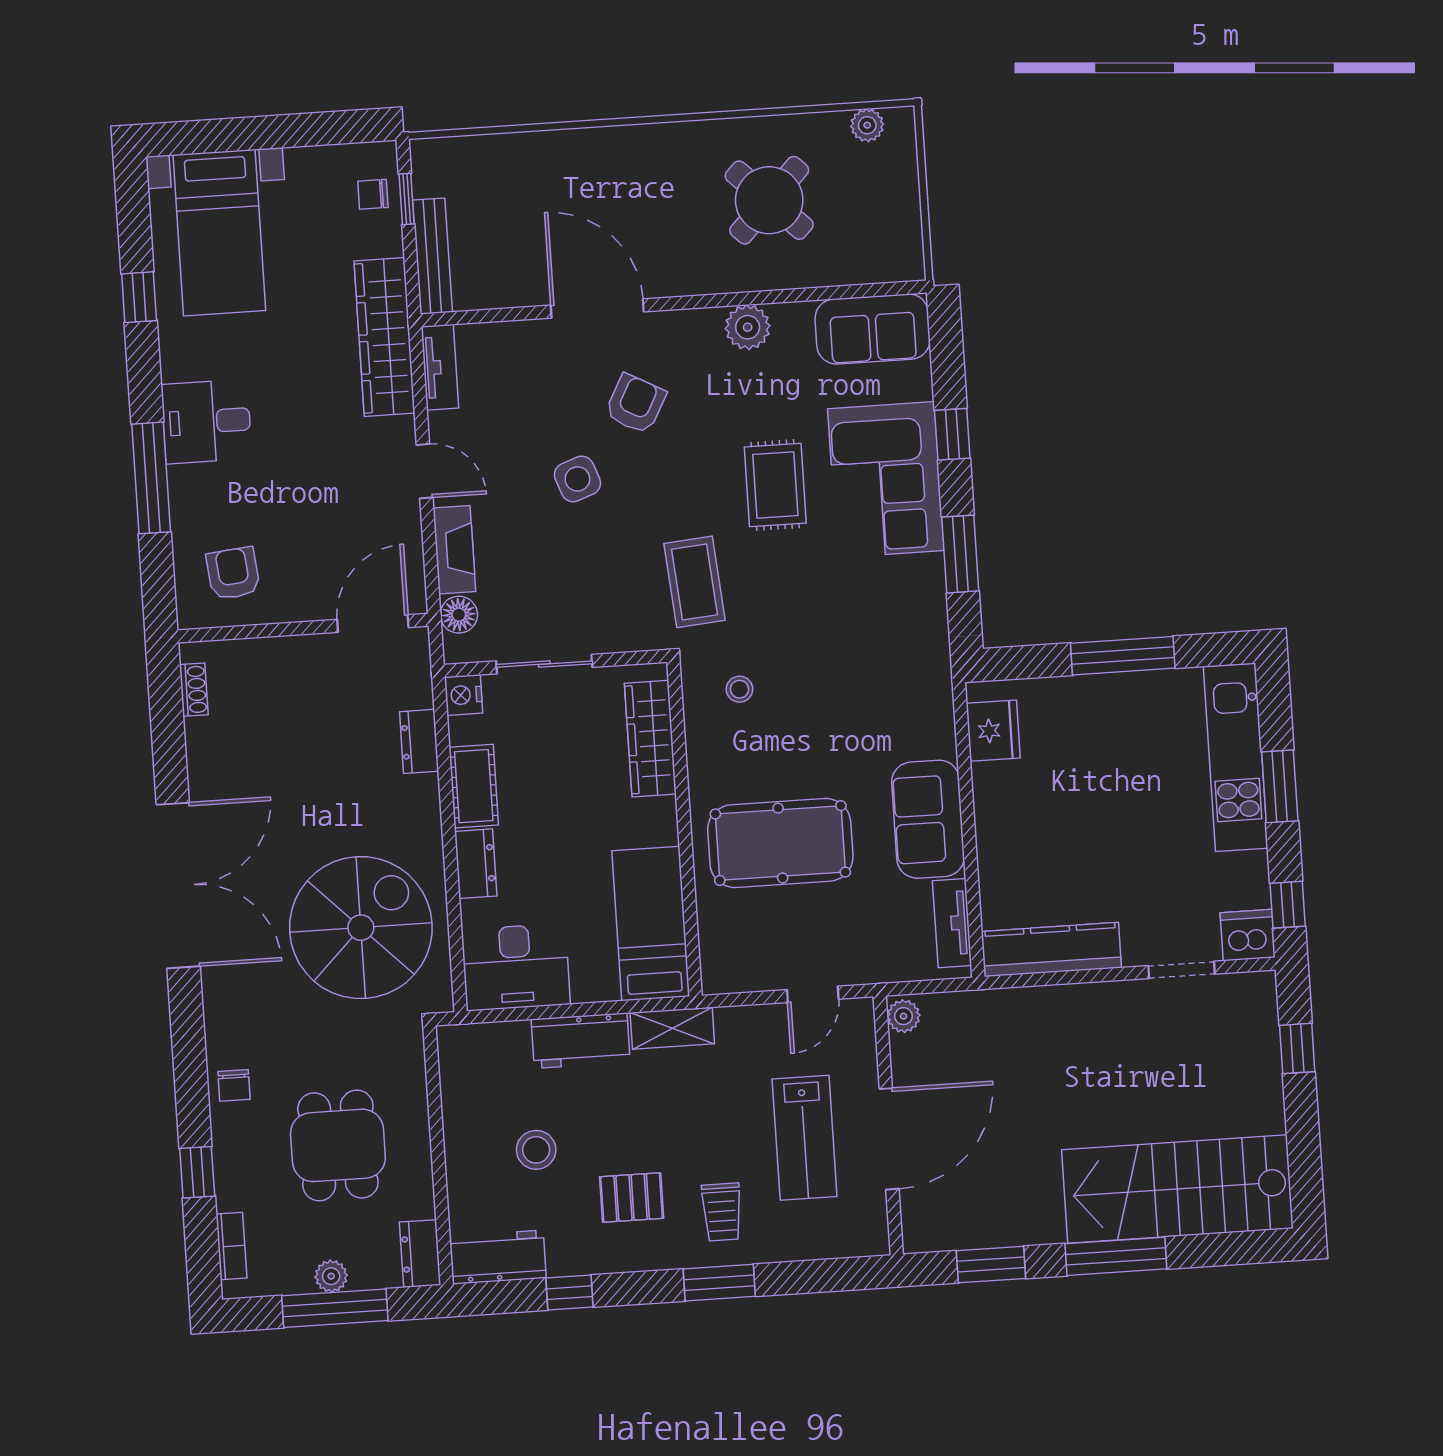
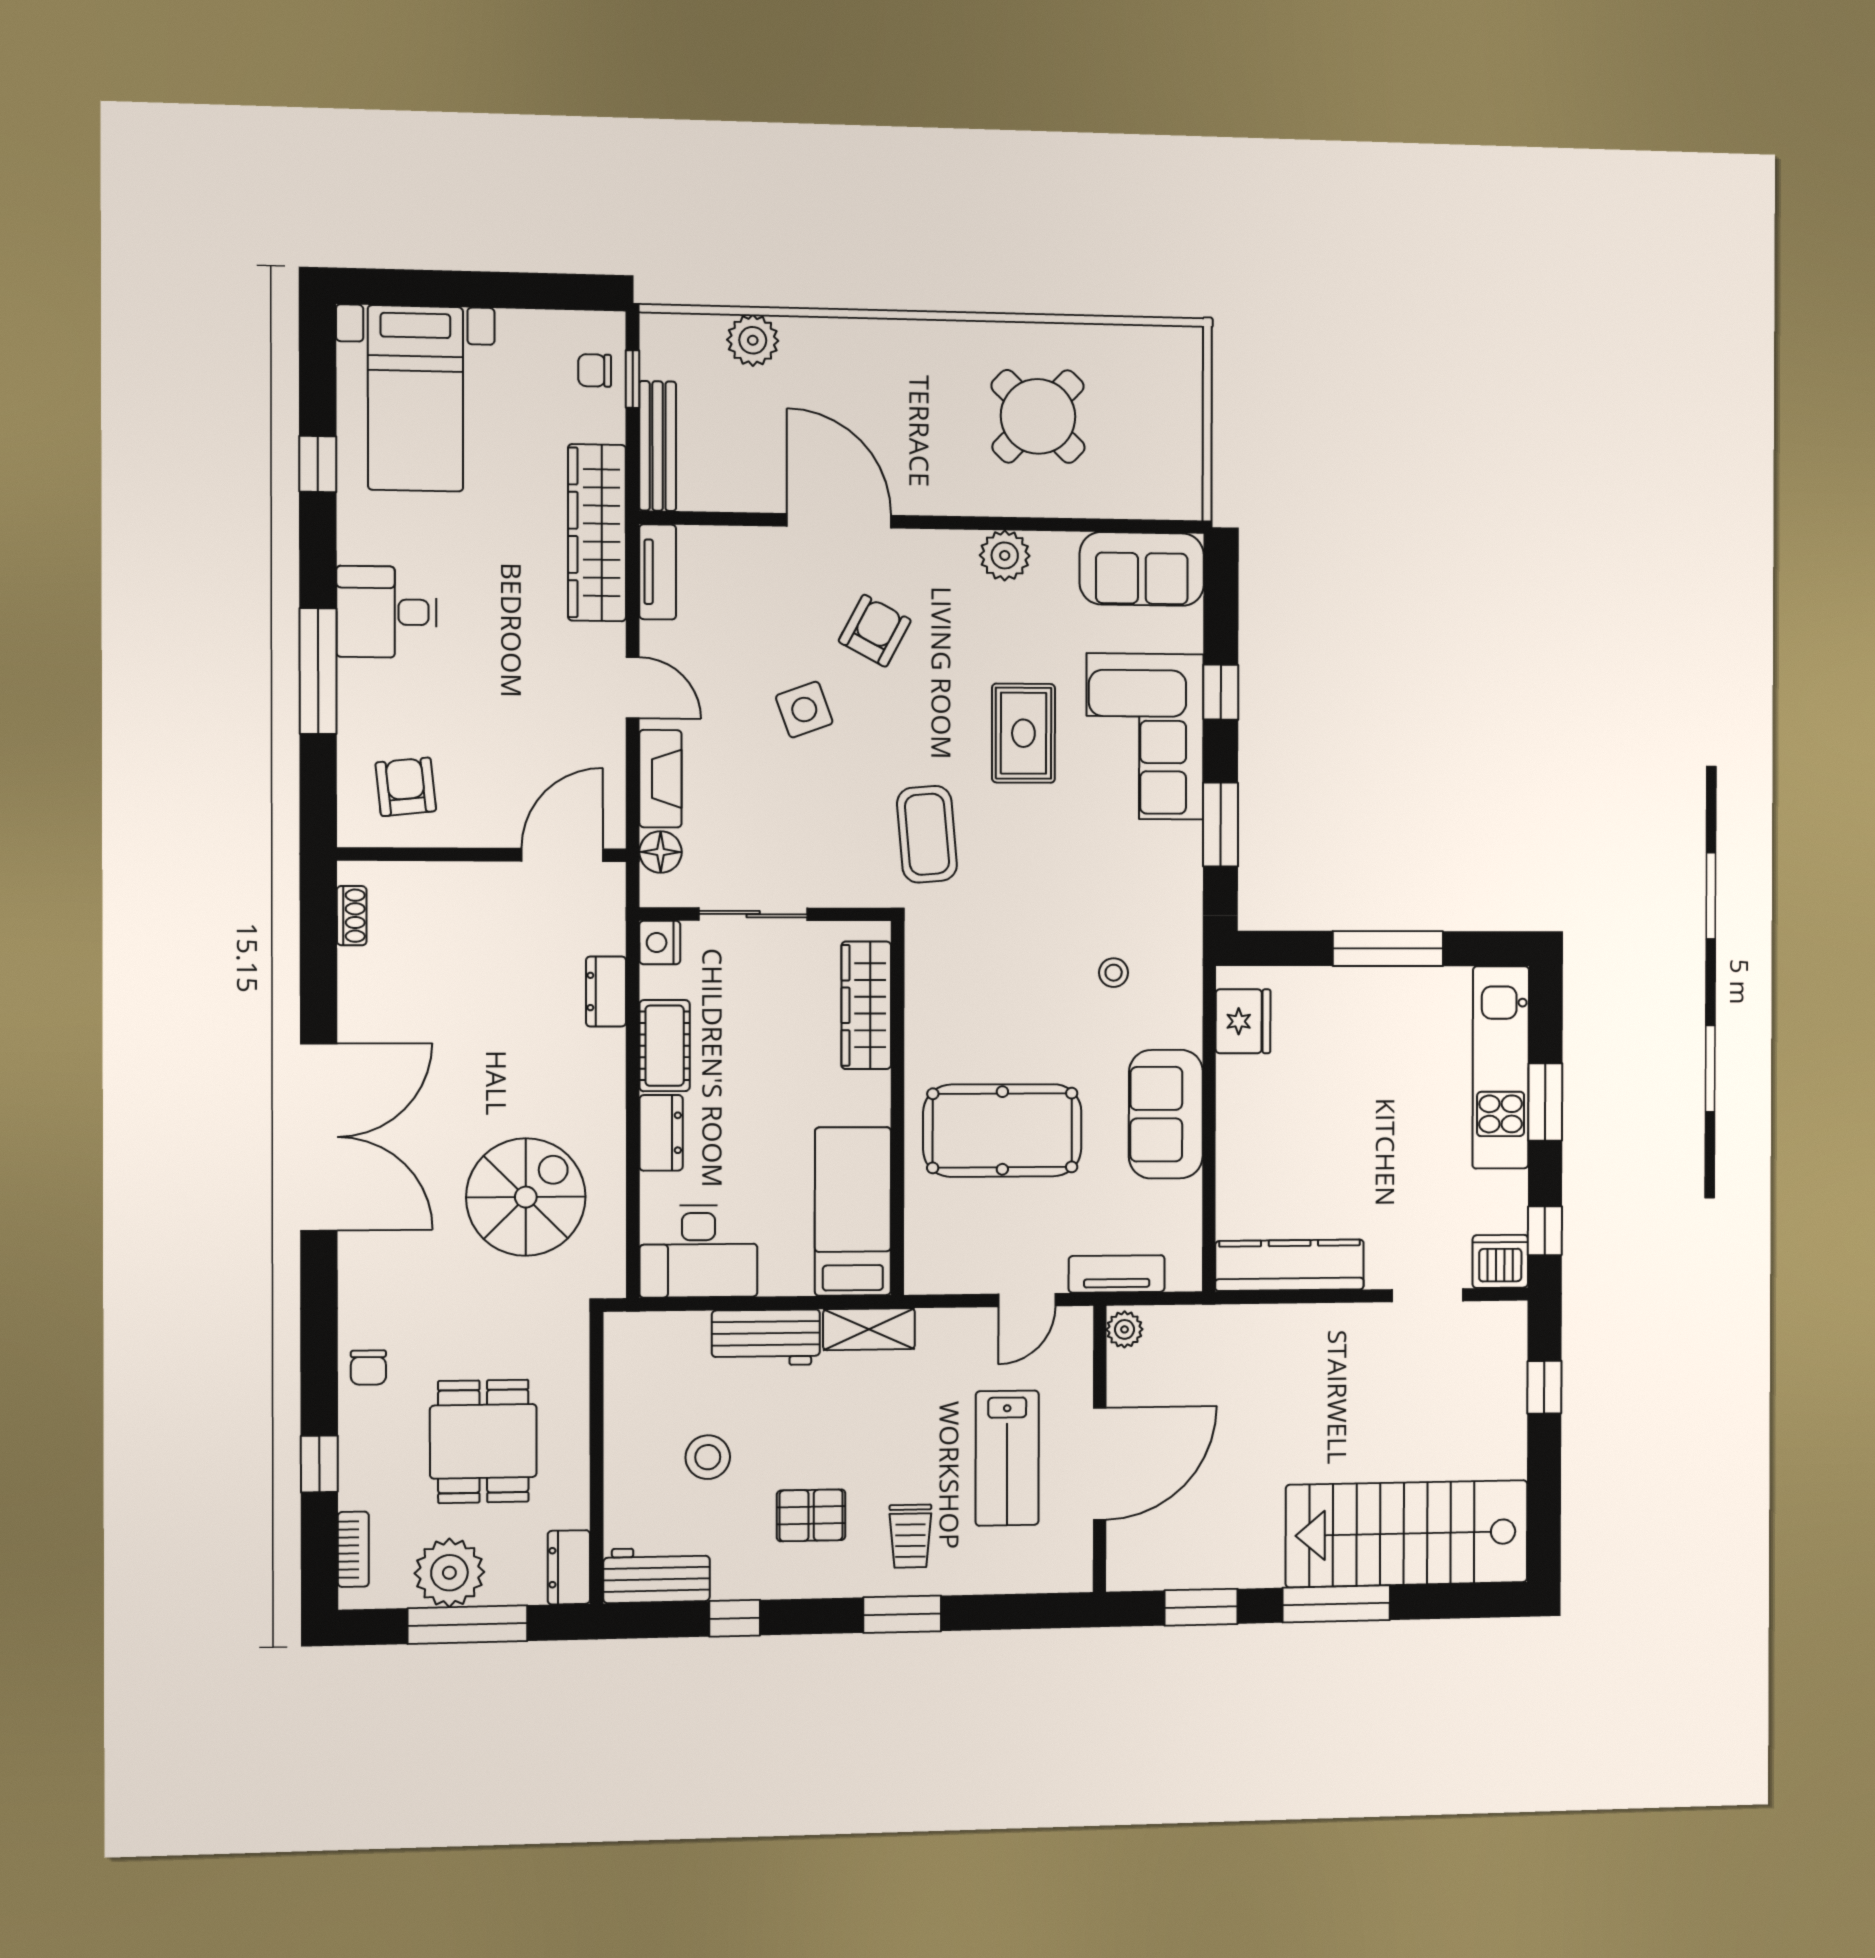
plant: (867, 125) -> (753, 340), moved, width x1.38, depth x1.38
stool: (740, 689) -> (1114, 973), moved
tv unit: (952, 923) -> (1117, 1274), moved, turned 90
spiral stairs: (361, 928) -> (526, 1197), width x0.73, depth x0.73
plant: (331, 1276) -> (449, 1573), width x1.88, depth x1.88

